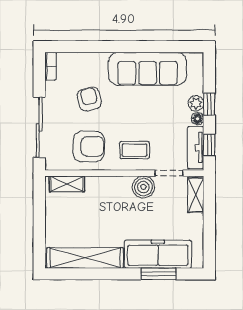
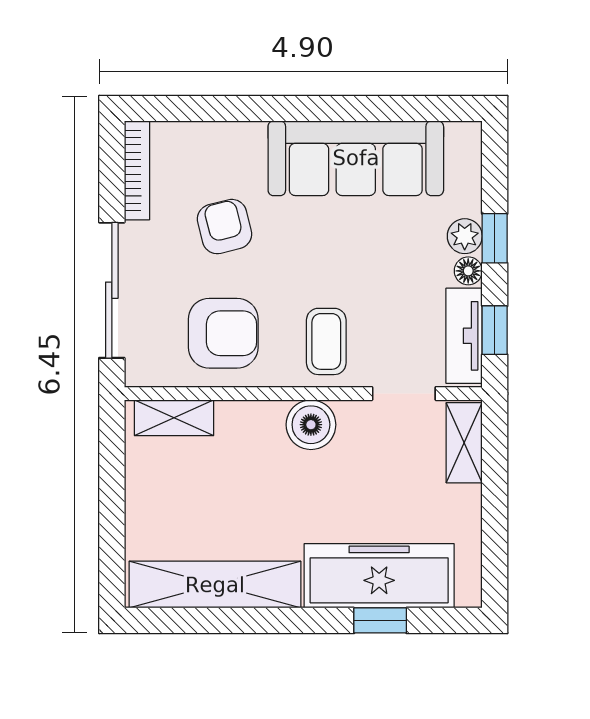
bookcase: (50, 66) -> (137, 170), width x1.56
coffee table: (134, 150) -> (326, 341), turned 90
boiler: (143, 187) -> (311, 425), moved
window: (158, 274) -> (380, 620), width x0.67

